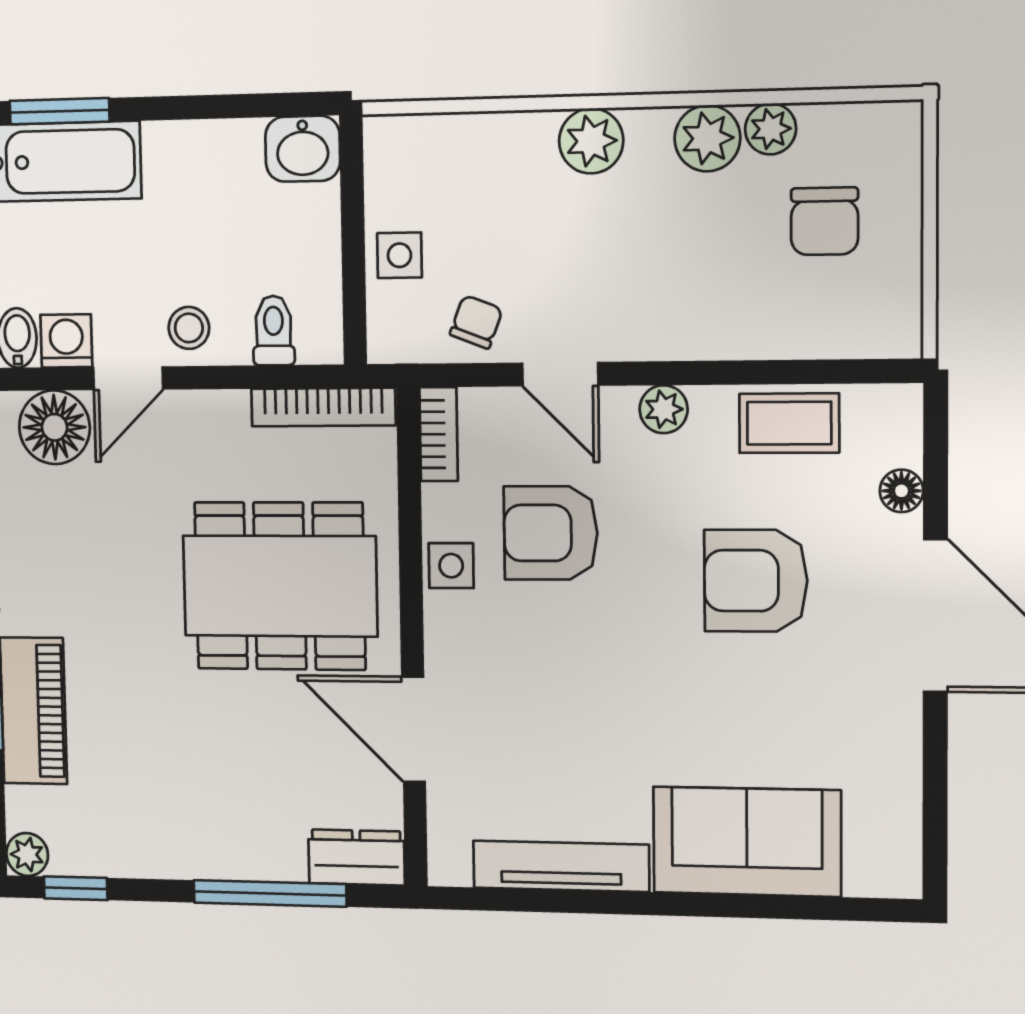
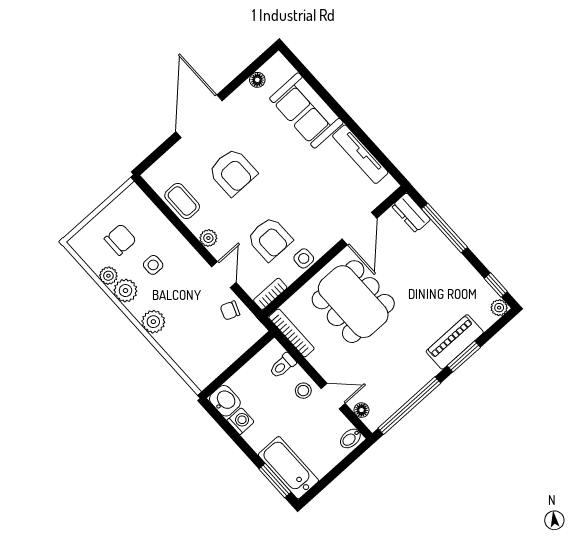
side table: (399, 255) -> (153, 265), moved
washing machine: (66, 341) -> (241, 421), moved, turned 180
floor lamp: (54, 427) -> (362, 410), width x0.53, depth x0.53
floor lamp: (901, 491) -> (257, 80), moved

